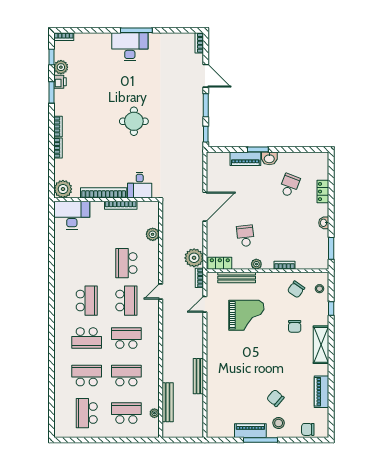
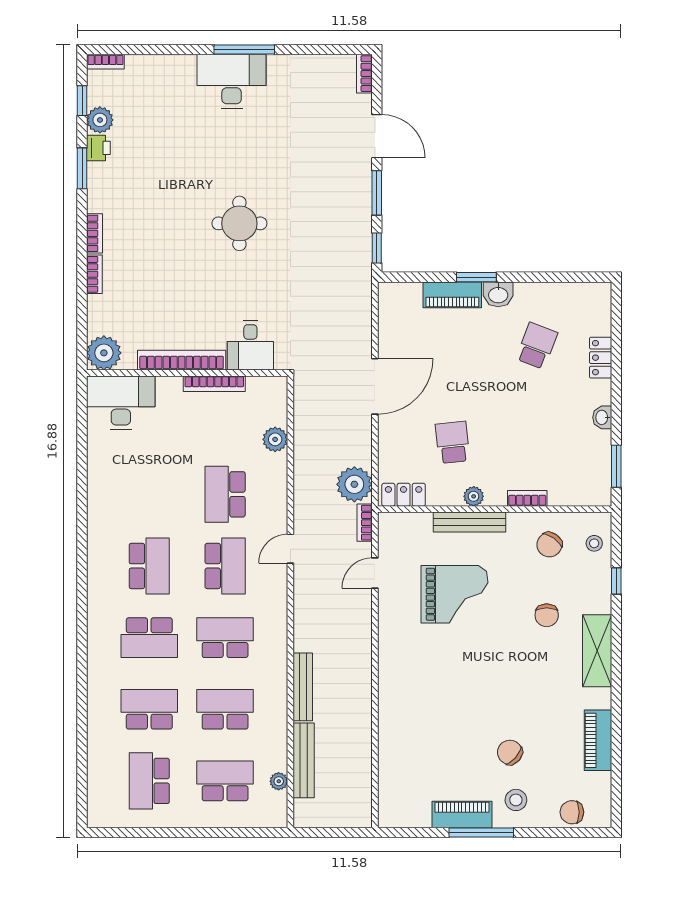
bench: (237, 278) -> (470, 522), moved
bench: (198, 376) -> (303, 687), moved

